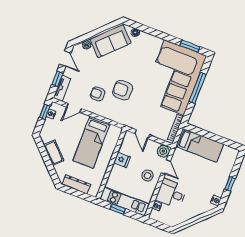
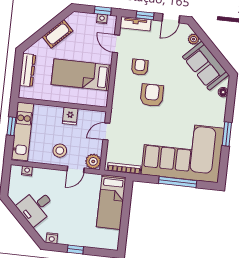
window: (190, 46) -> (227, 134), moved
desk: (171, 193) -> (36, 207), moved, turned -135

